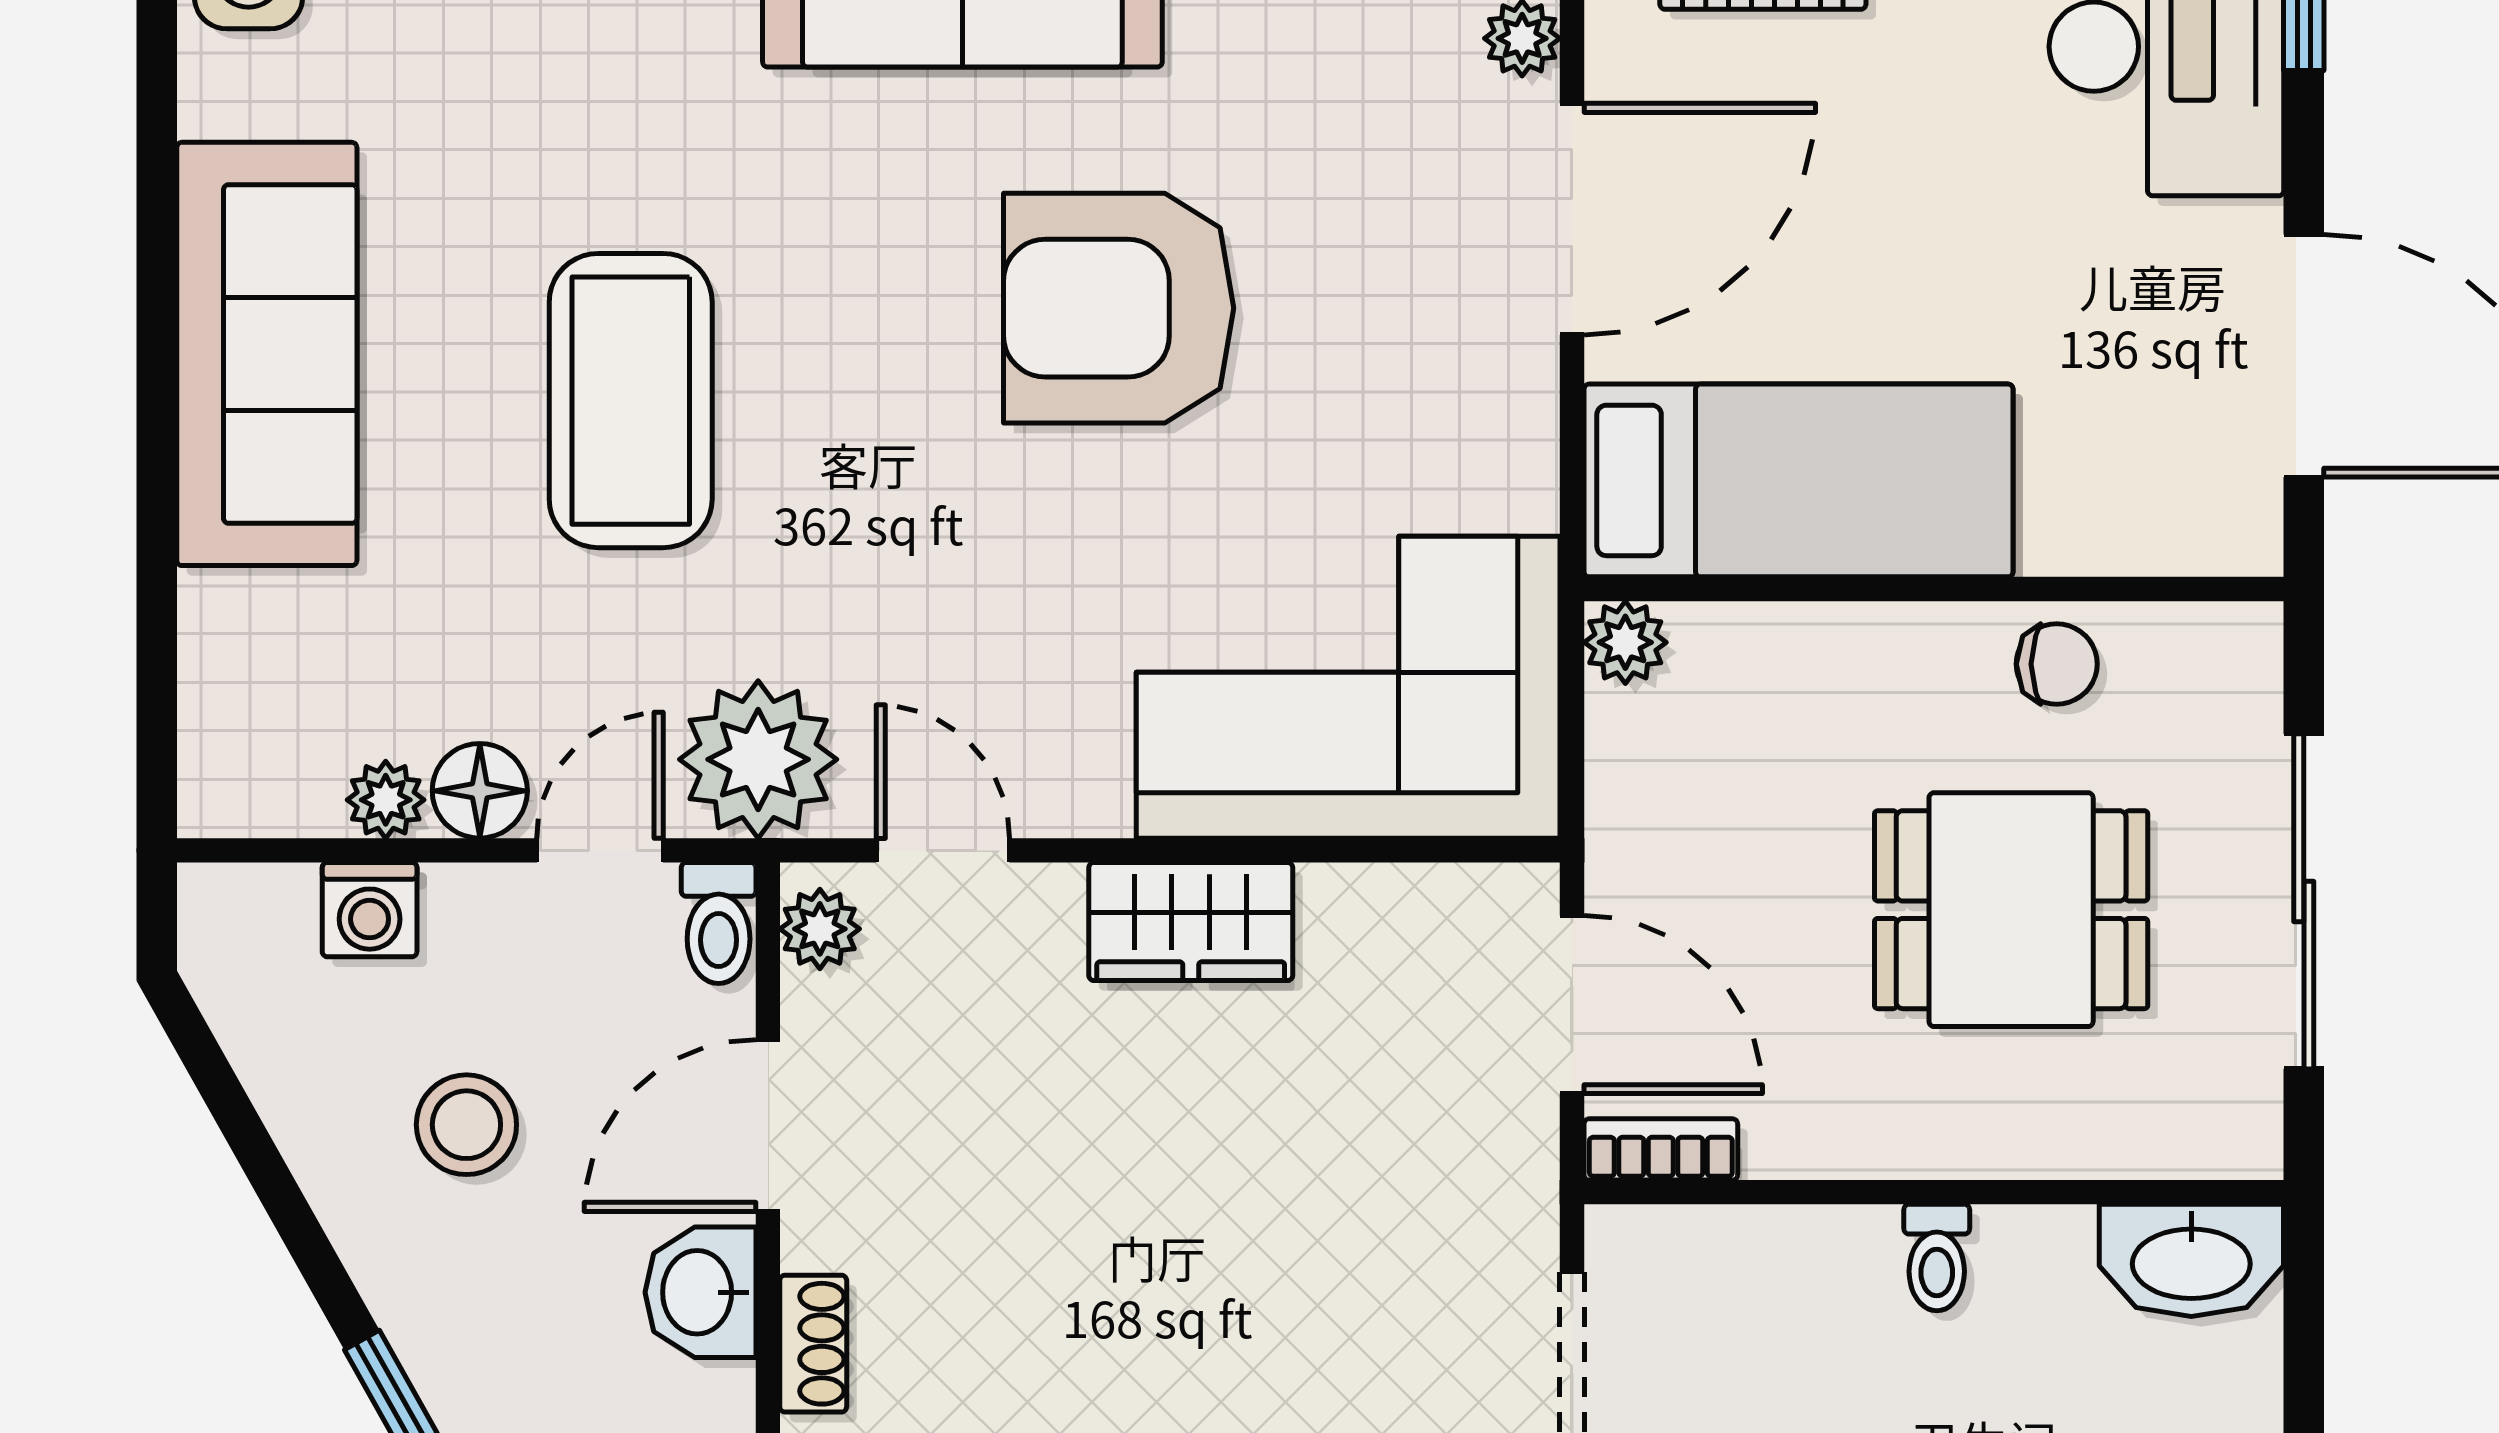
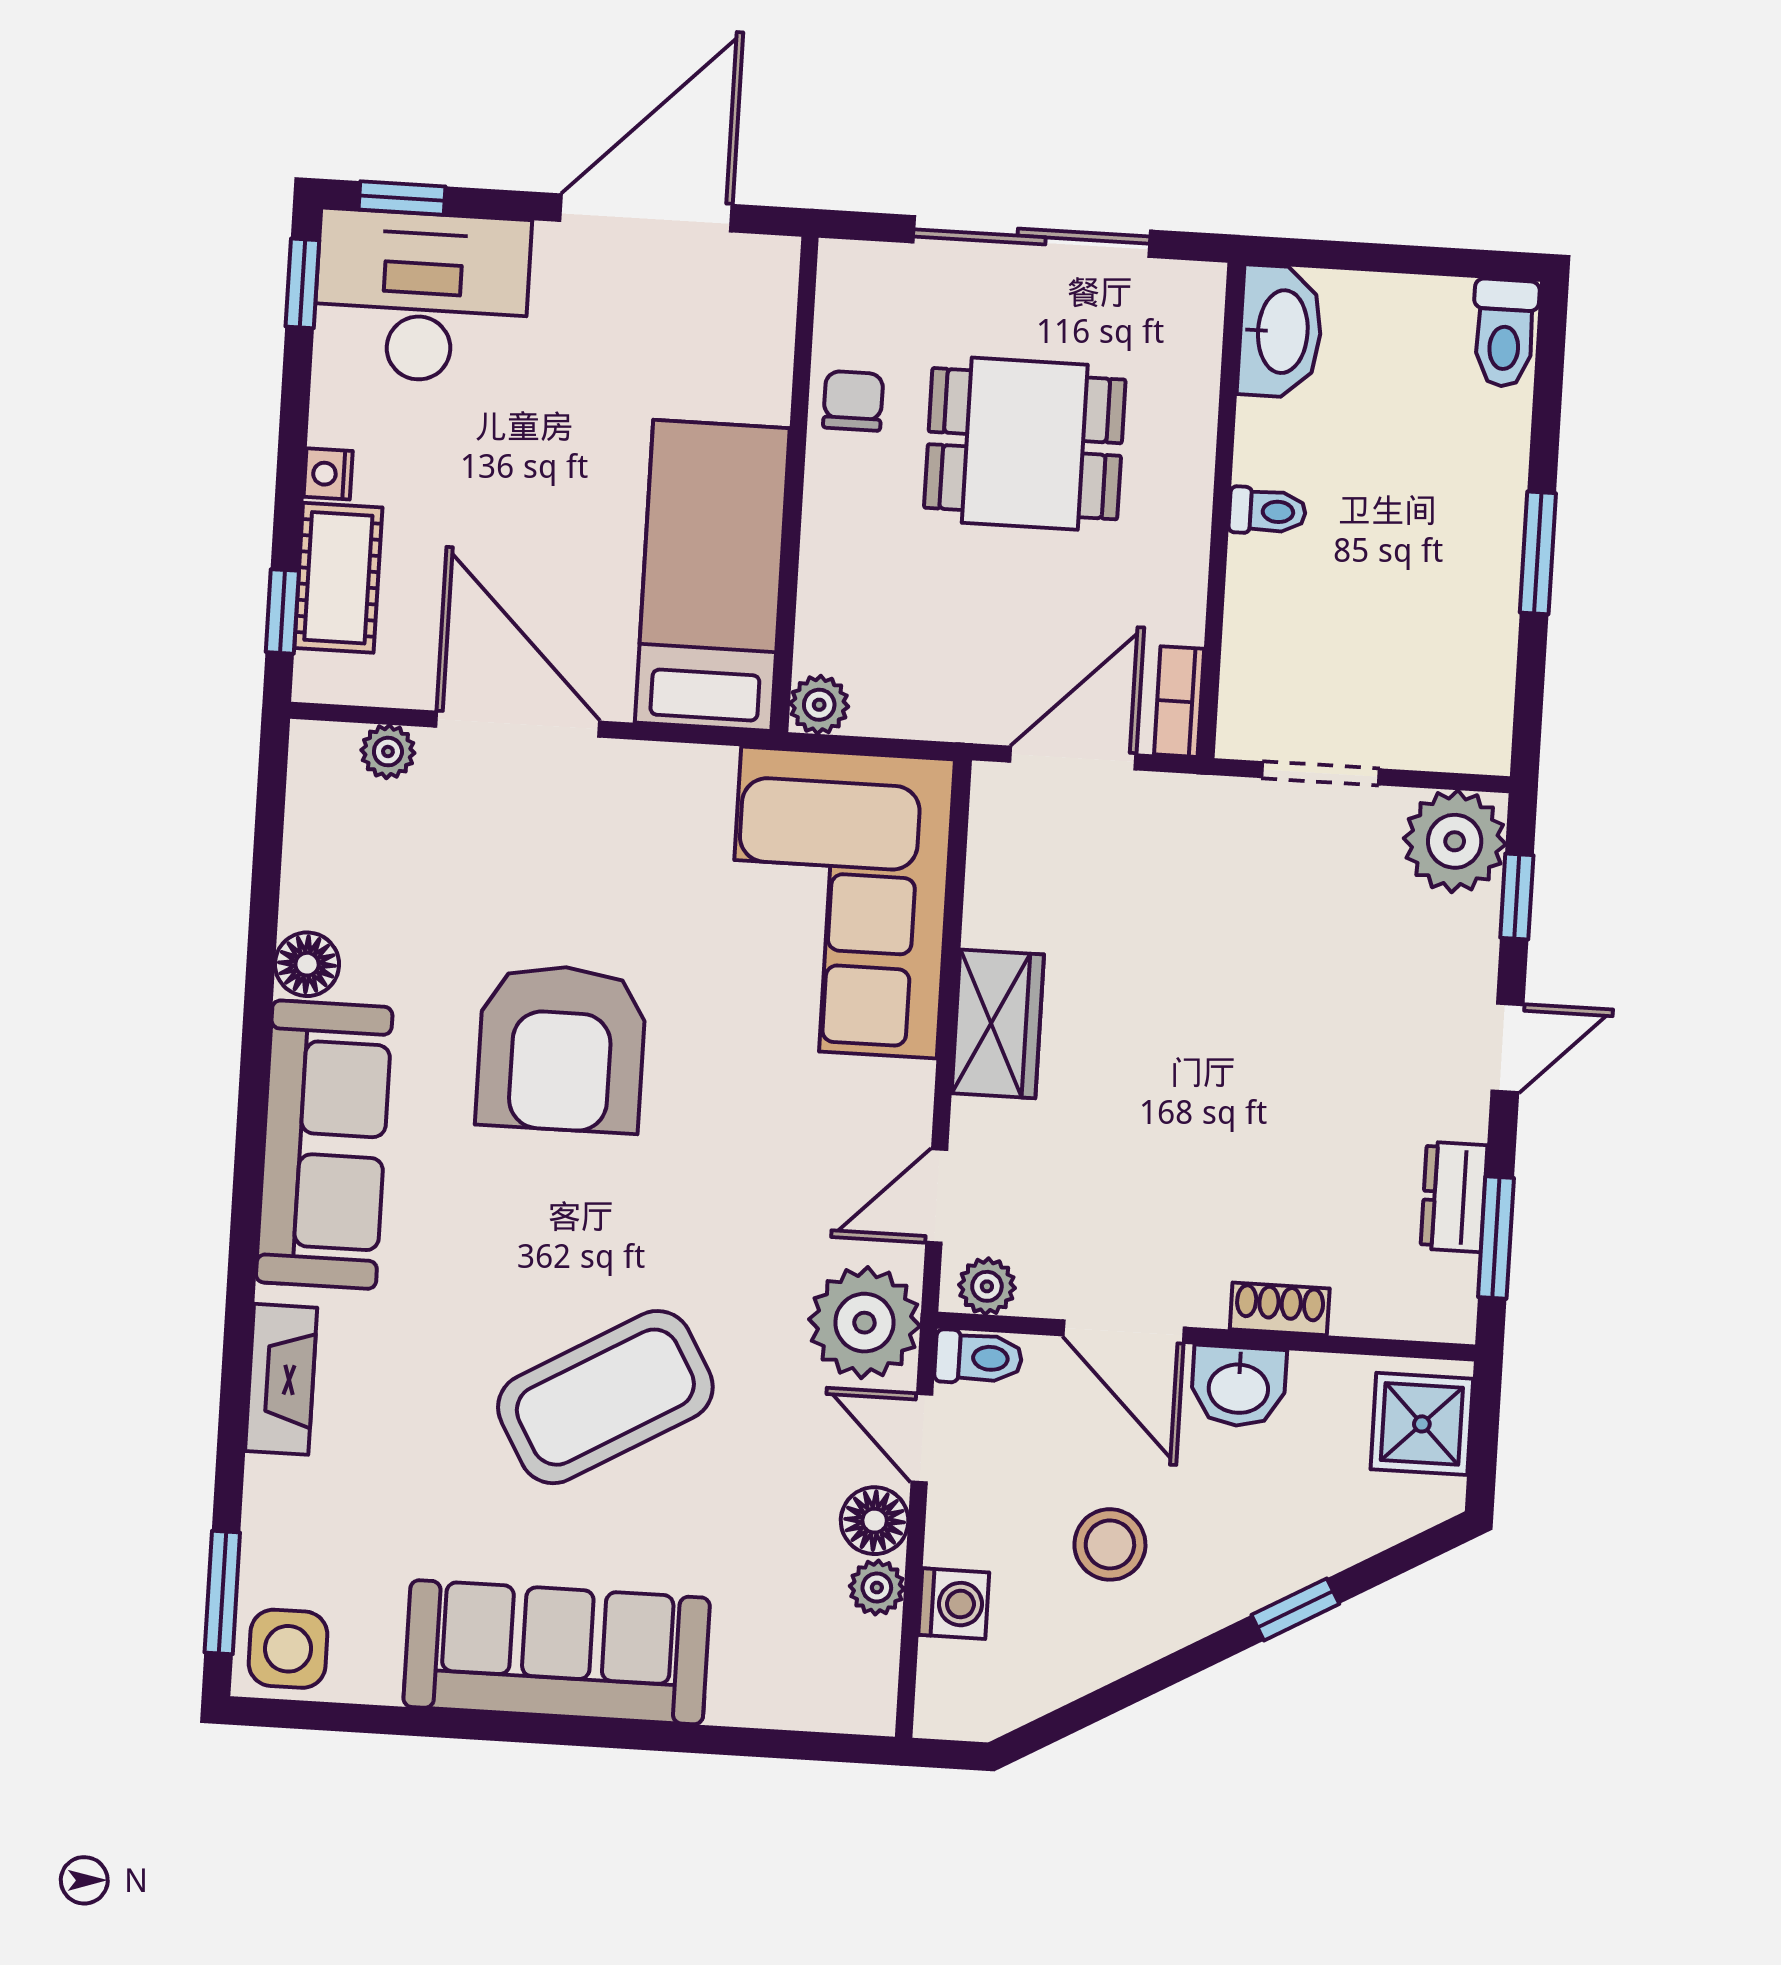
coffee table: (631, 401) -> (605, 1397), turned -30
dining table: (2011, 910) -> (1025, 444), turned 90

